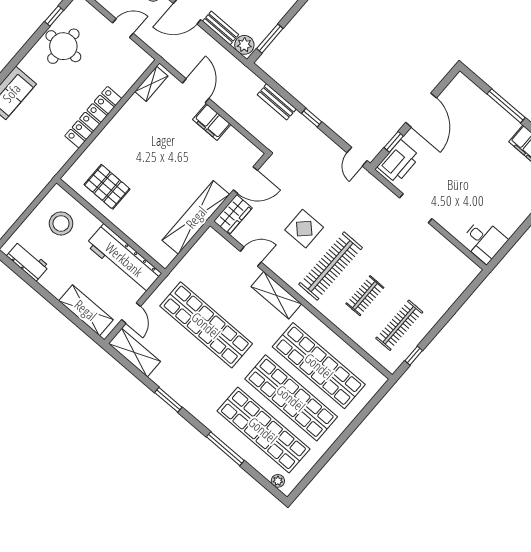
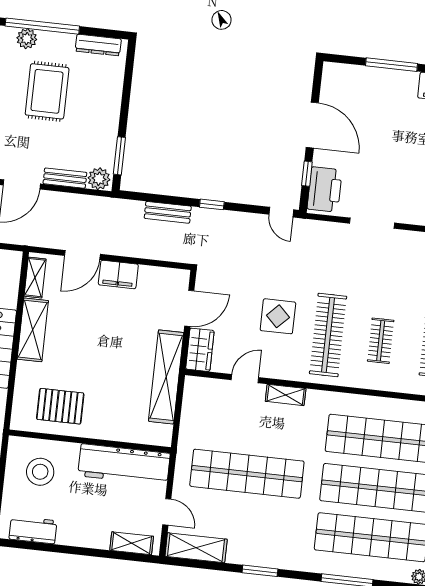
door: (196, 91) -> (82, 255), swing flipped
shelving: (124, 120) -> (33, 330), added
shelving: (276, 295) -> (286, 395), width x0.67, depth x0.75
shelving: (86, 310) -> (132, 543), width x0.67, depth x0.75

